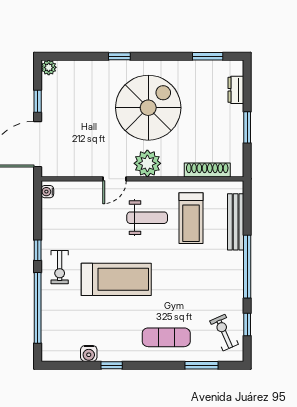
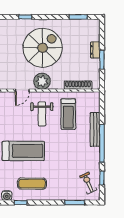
dresser: (236, 90) -> (95, 50), moved
weight bench: (147, 218) -> (42, 114), turned 90
bench: (236, 222) -> (95, 130), moved
exercise mat: (166, 337) -> (32, 184), moved

